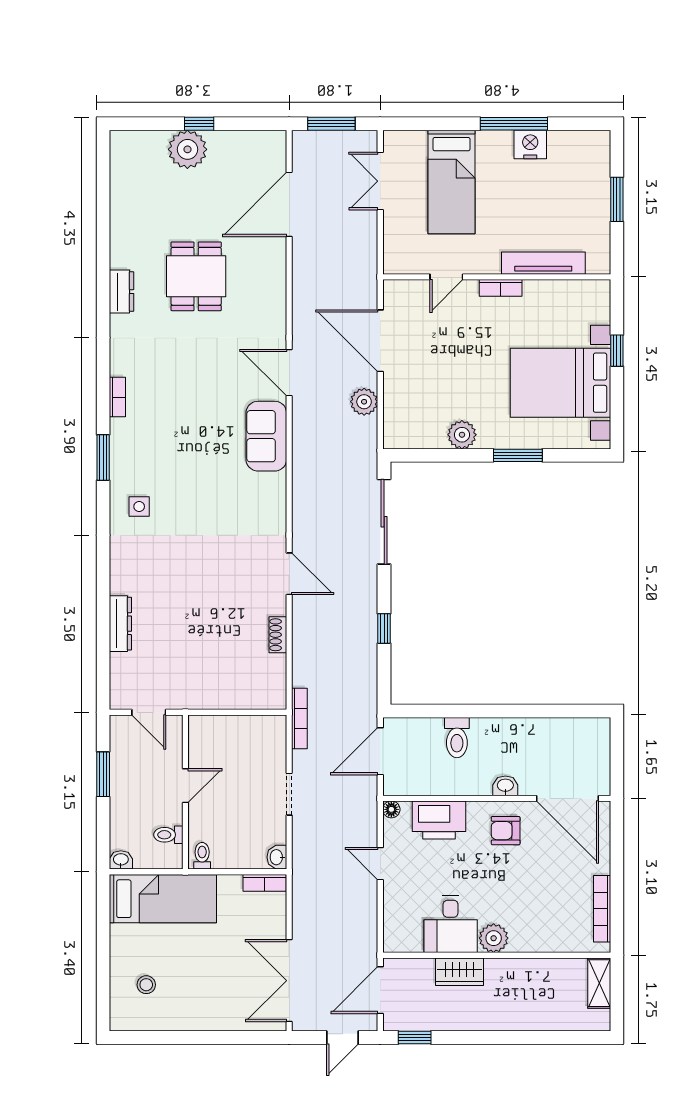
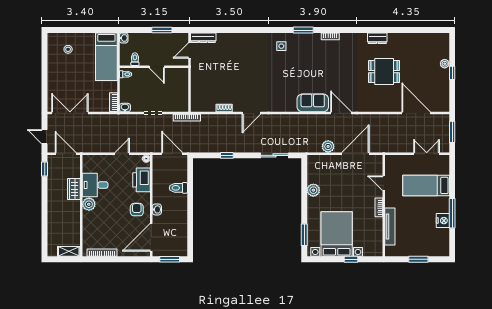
plant: (187, 149) -> (445, 64), width x0.53, depth x0.53
door: (289, 373) -> (341, 113), hinge flipped
window: (518, 455) -> (304, 235), moved
sliding door: (384, 522) -> (275, 155), width x0.73
dresser: (120, 624) -> (203, 38), moved
window: (617, 757) -> (170, 259), added

